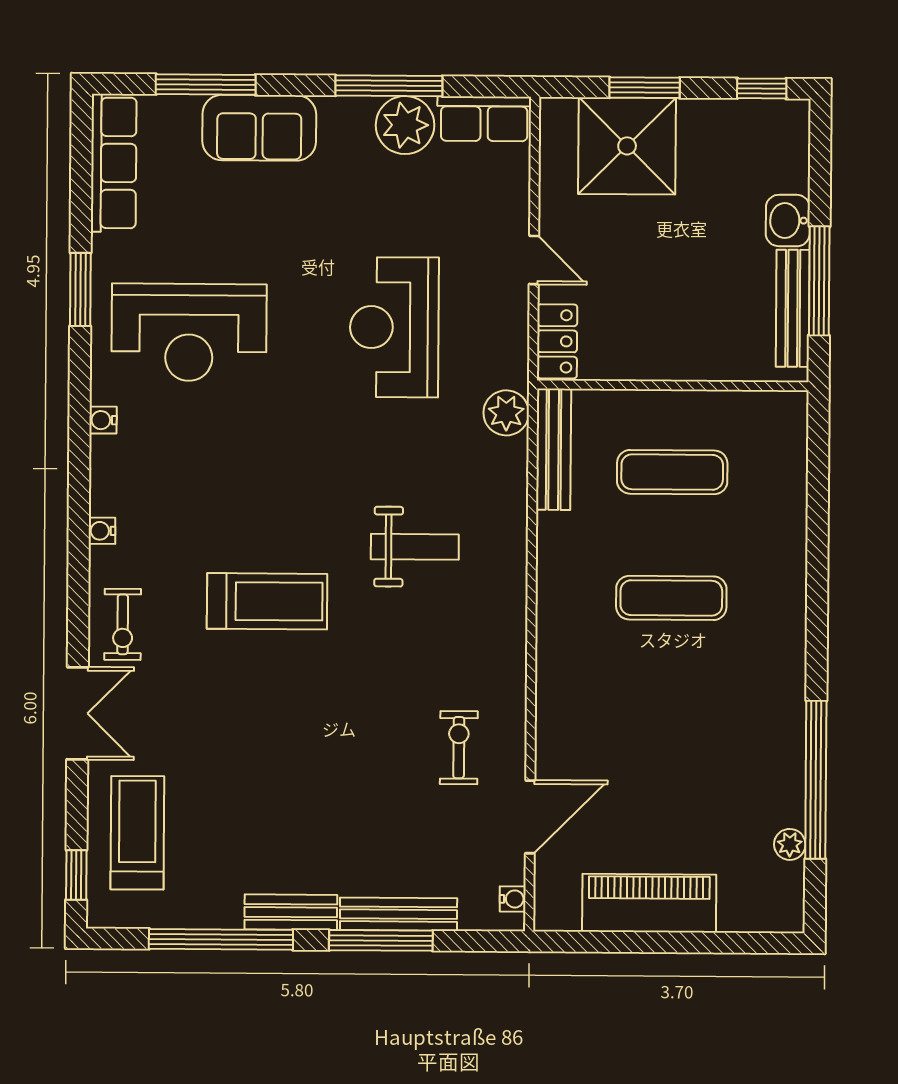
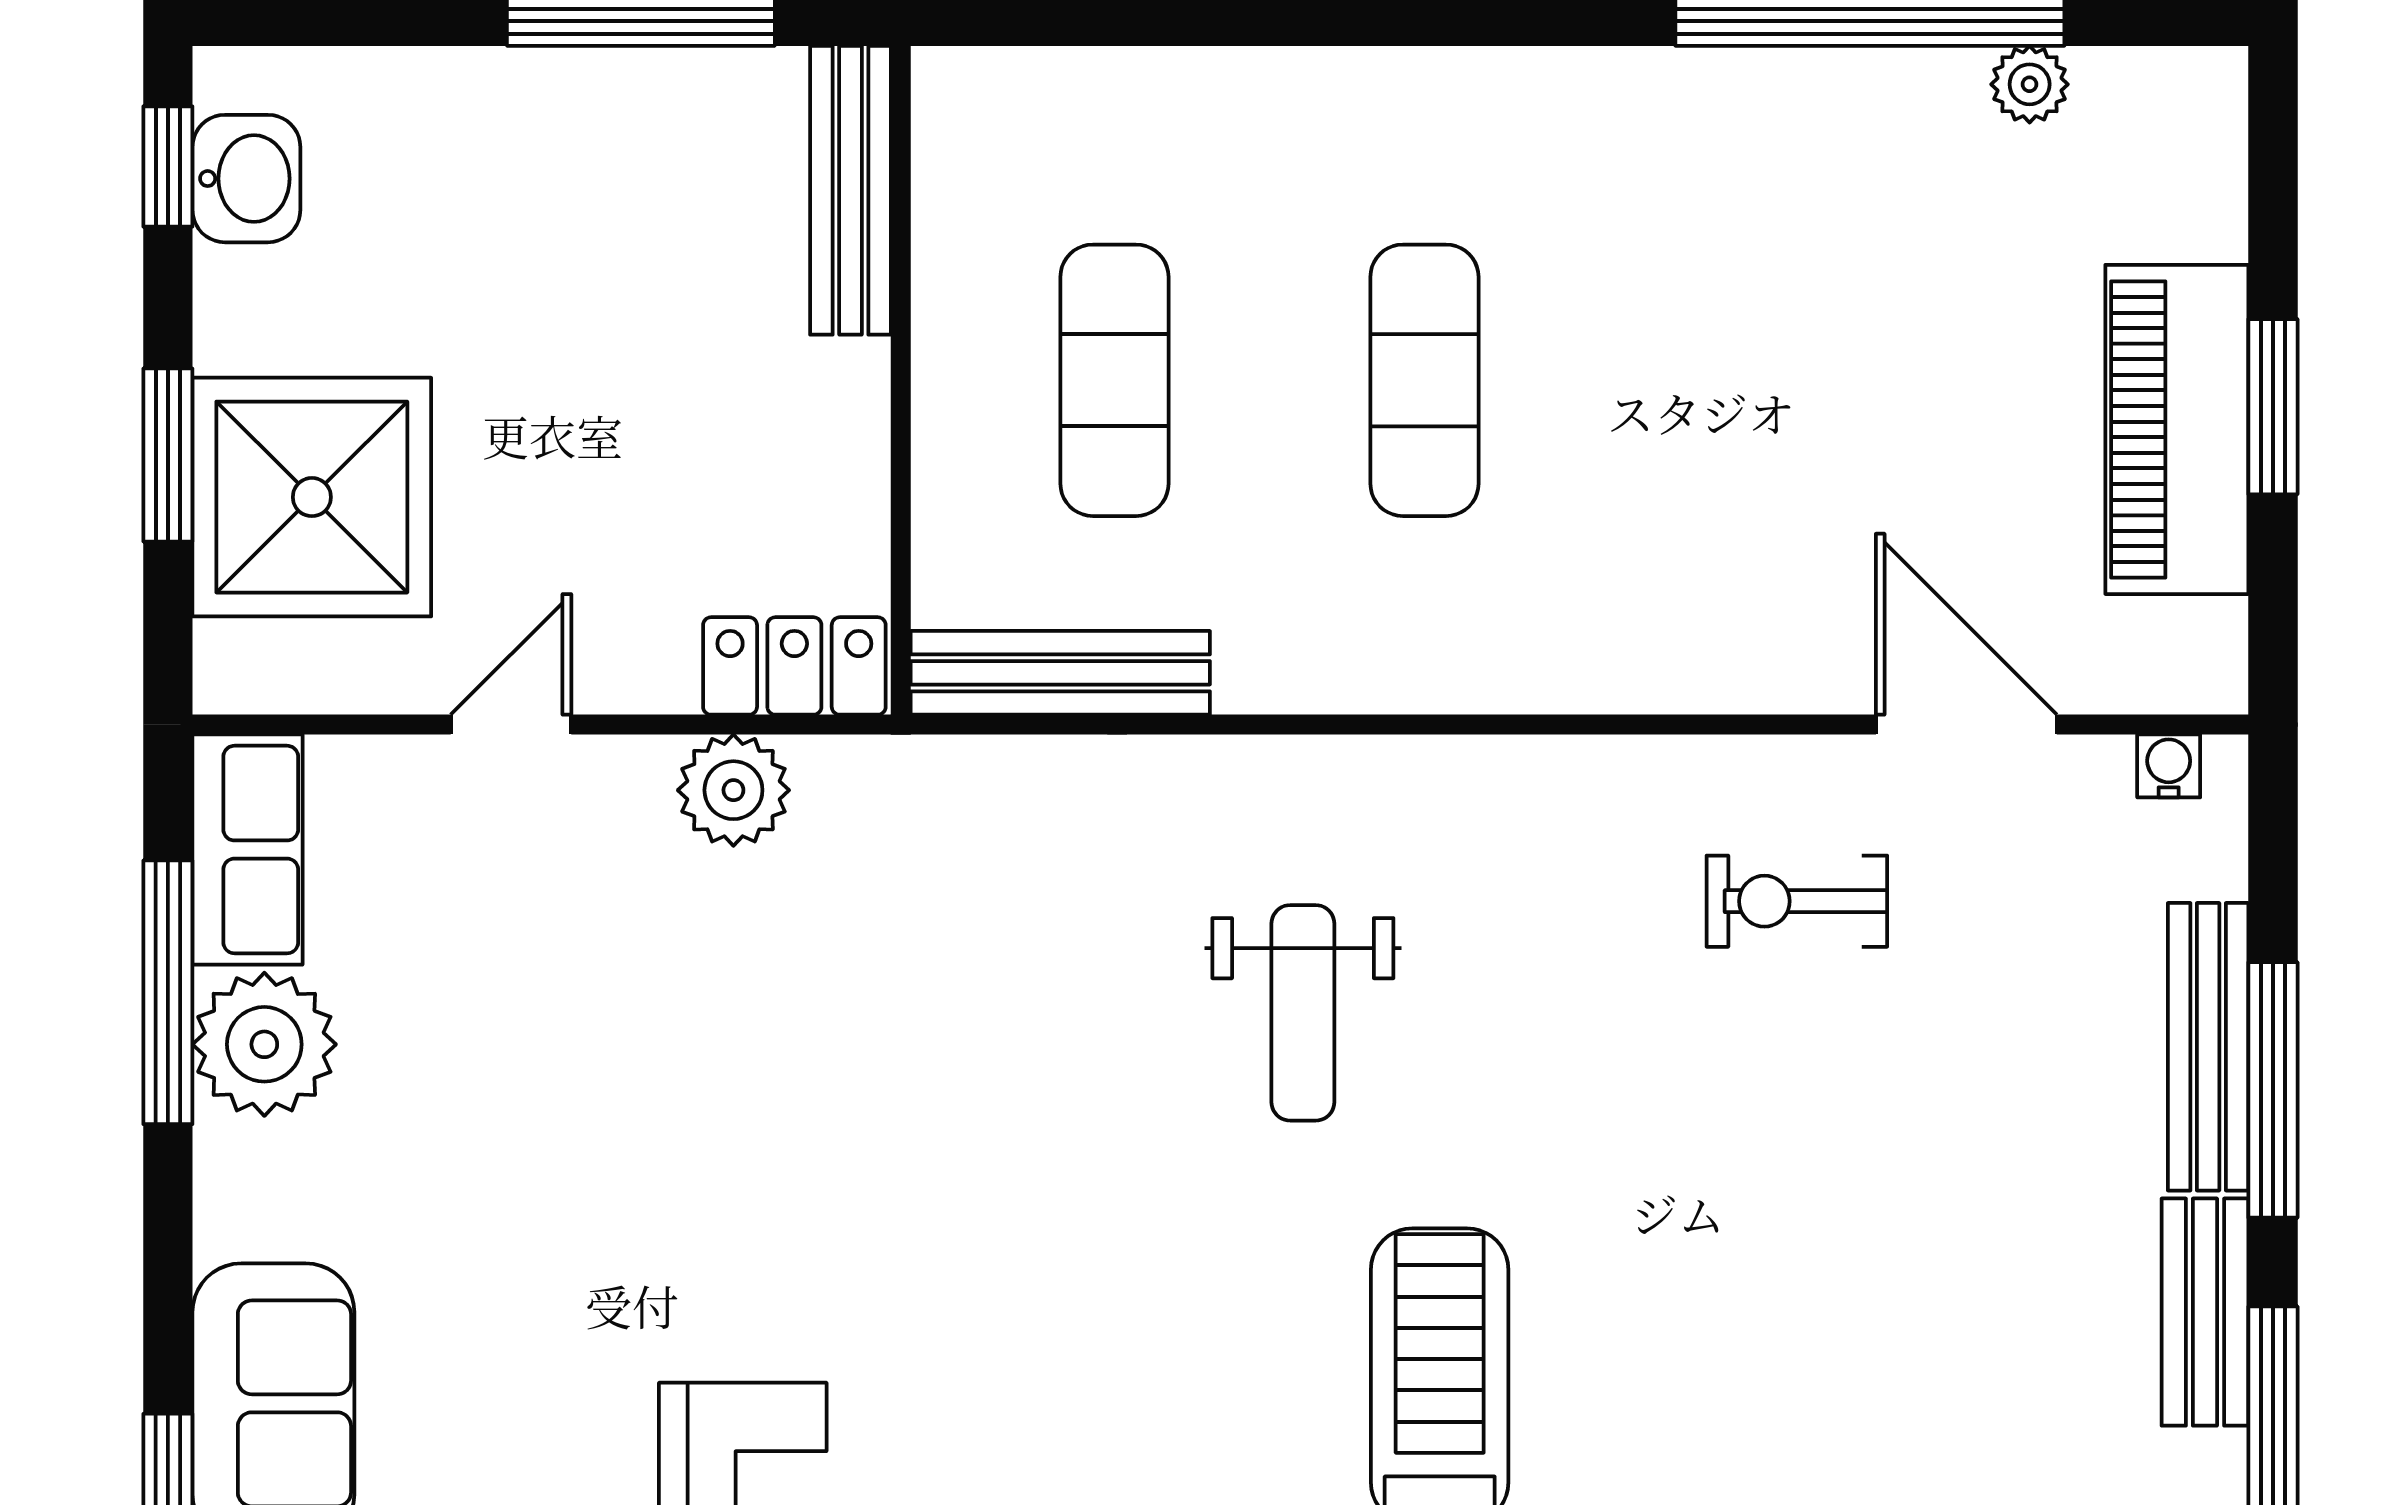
window: (389, 86) -> (168, 992), moved
washbasin: (788, 221) -> (246, 179), moved, turned -90
door: (534, 260) -> (511, 725), moved
bench: (793, 308) -> (850, 190), moved, turned 90
reception desk: (394, 327) -> (762, 1067), removed
plant: (506, 413) -> (733, 790), moved
weight bench: (415, 547) -> (1303, 1013), turned 180
window: (658, 942) -> (2273, 407), added

